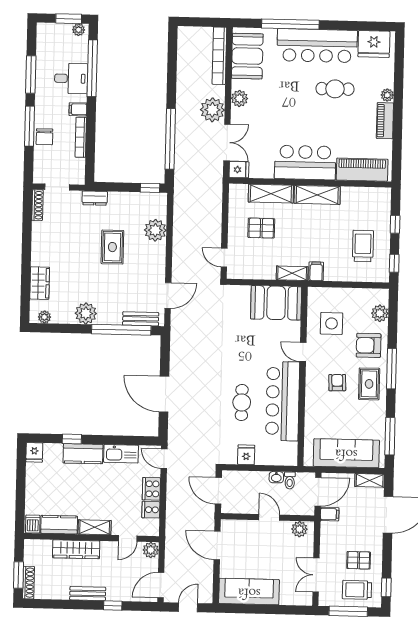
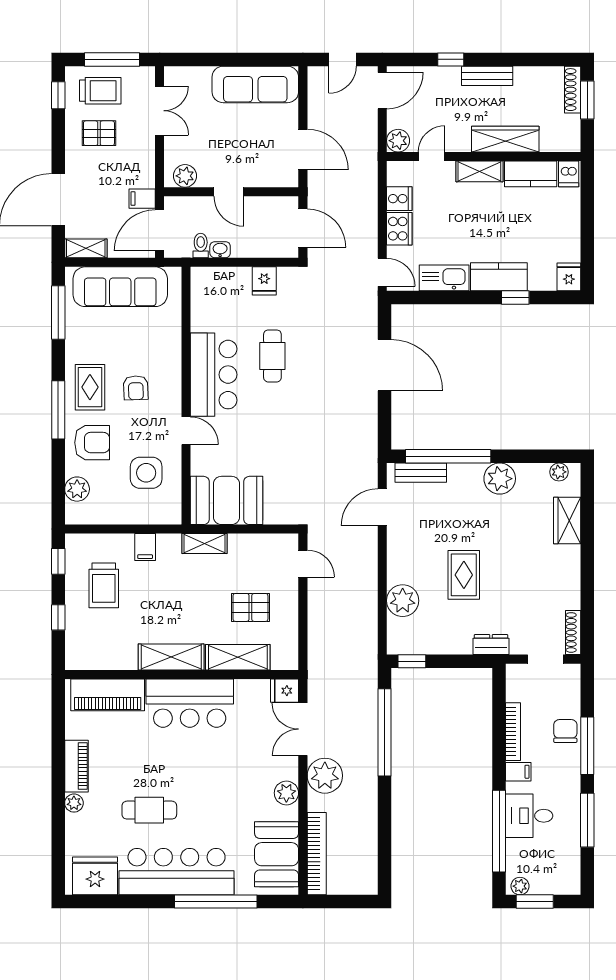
filing cabinet: (316, 271) -> (145, 547), moved
bar counter: (283, 401) -> (214, 375), width x0.73

